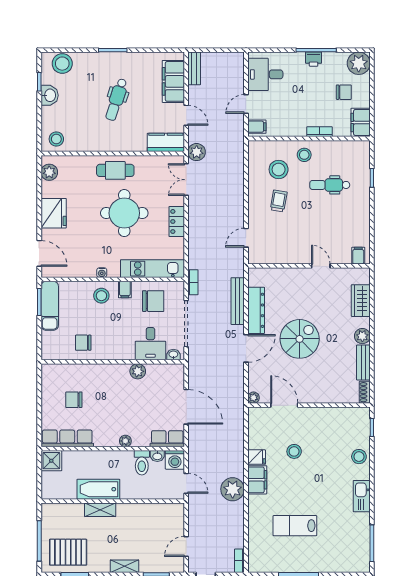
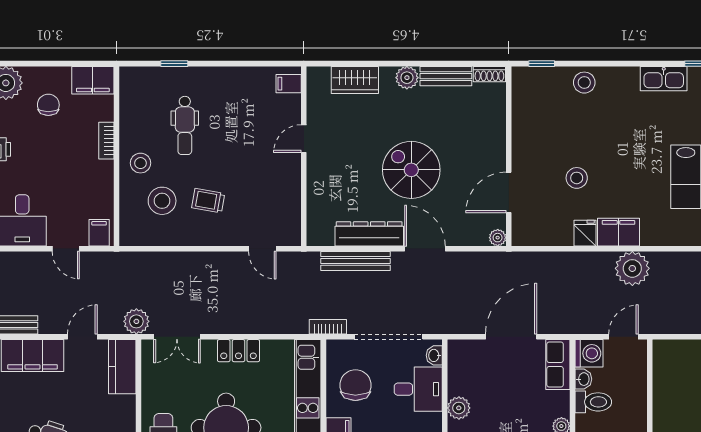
kitchen sink: (362, 496) -> (664, 79), moved

